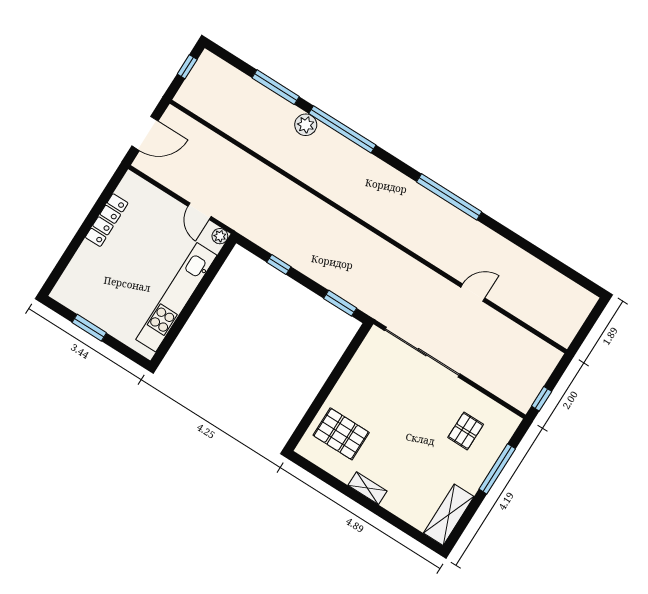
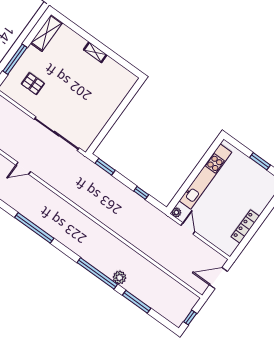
pallet: (466, 431) -> (33, 84), turned 90
pallet: (341, 434) -> (109, 87), removed

